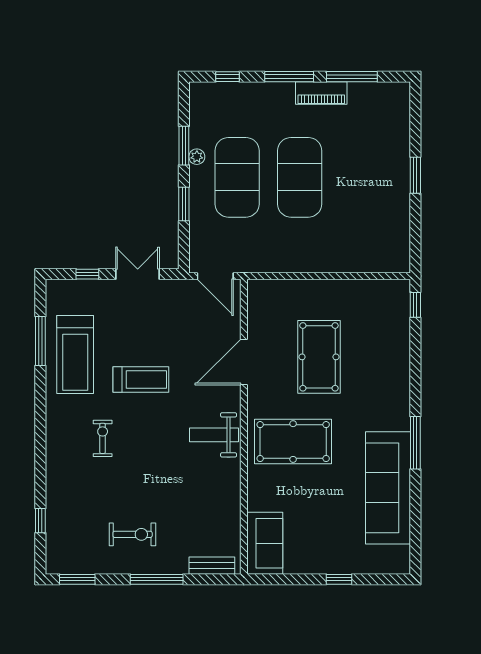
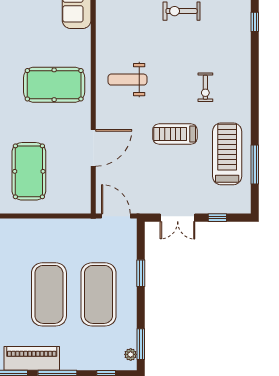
piano: (321, 93) -> (32, 358), width x1.37, depth x1.33
window: (184, 146) -> (141, 344), moved
plant: (197, 157) -> (131, 354), moved
pool table: (319, 357) -> (29, 171), moved
weight bench: (214, 435) -> (127, 80), moved, turned 180

